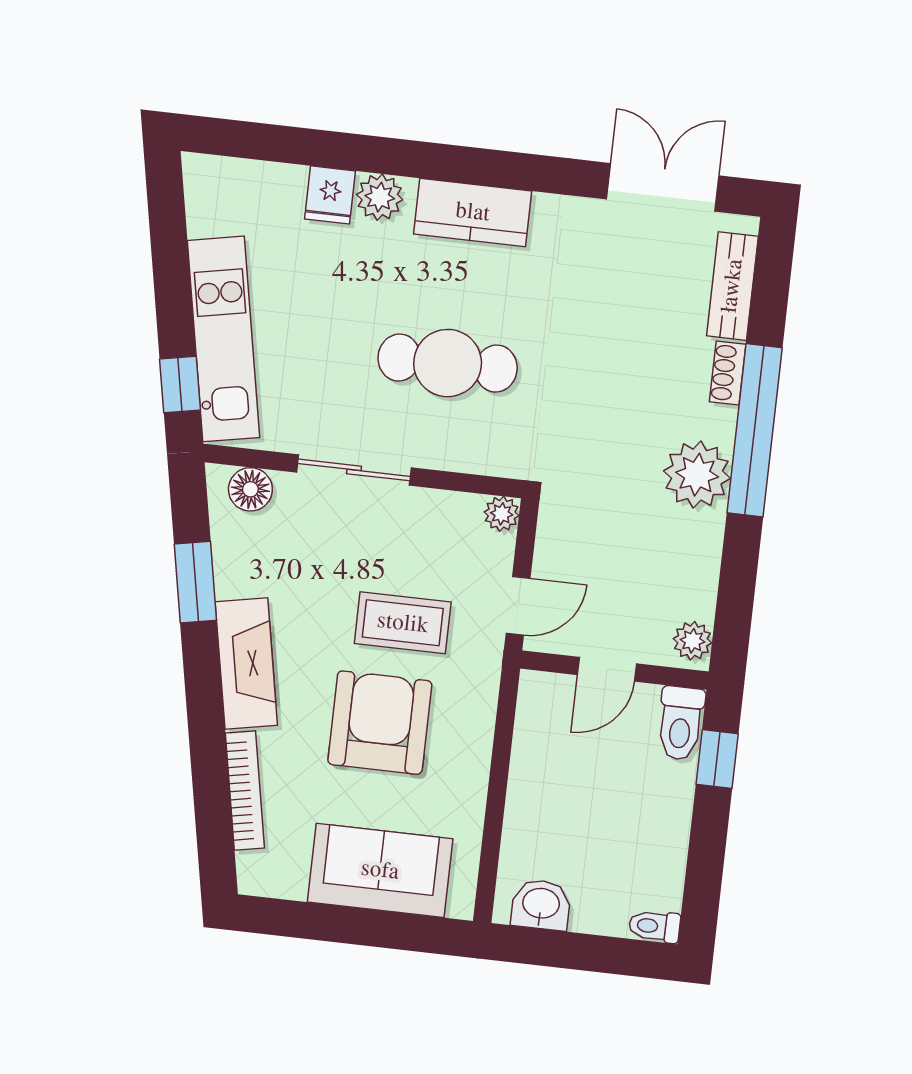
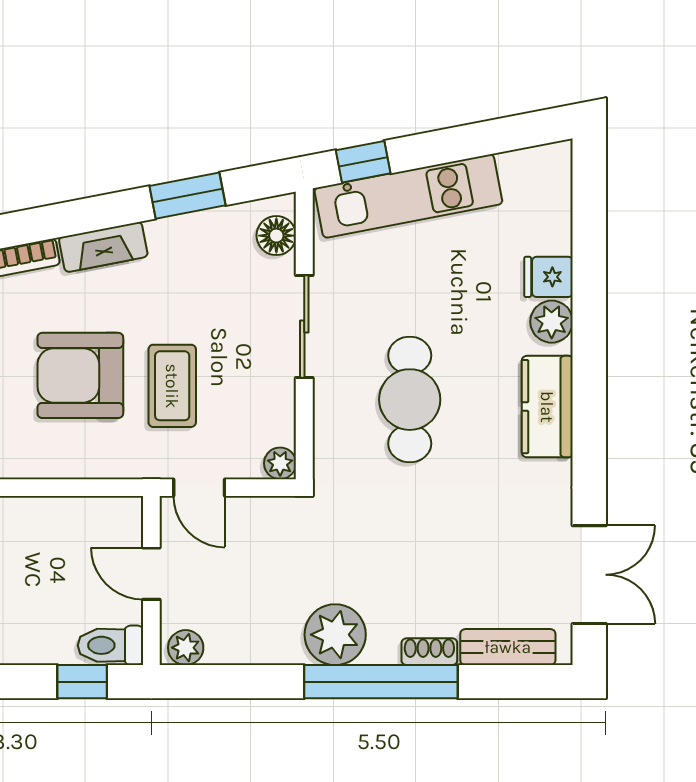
fireplace: (246, 664) -> (103, 247), width x0.73, depth x0.76
armchair: (380, 723) -> (80, 375), turned 180

